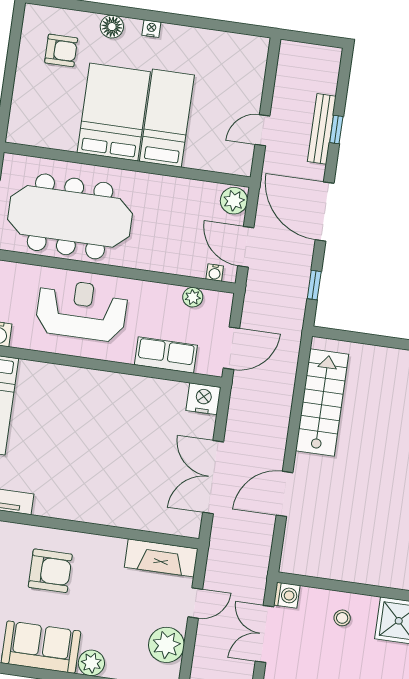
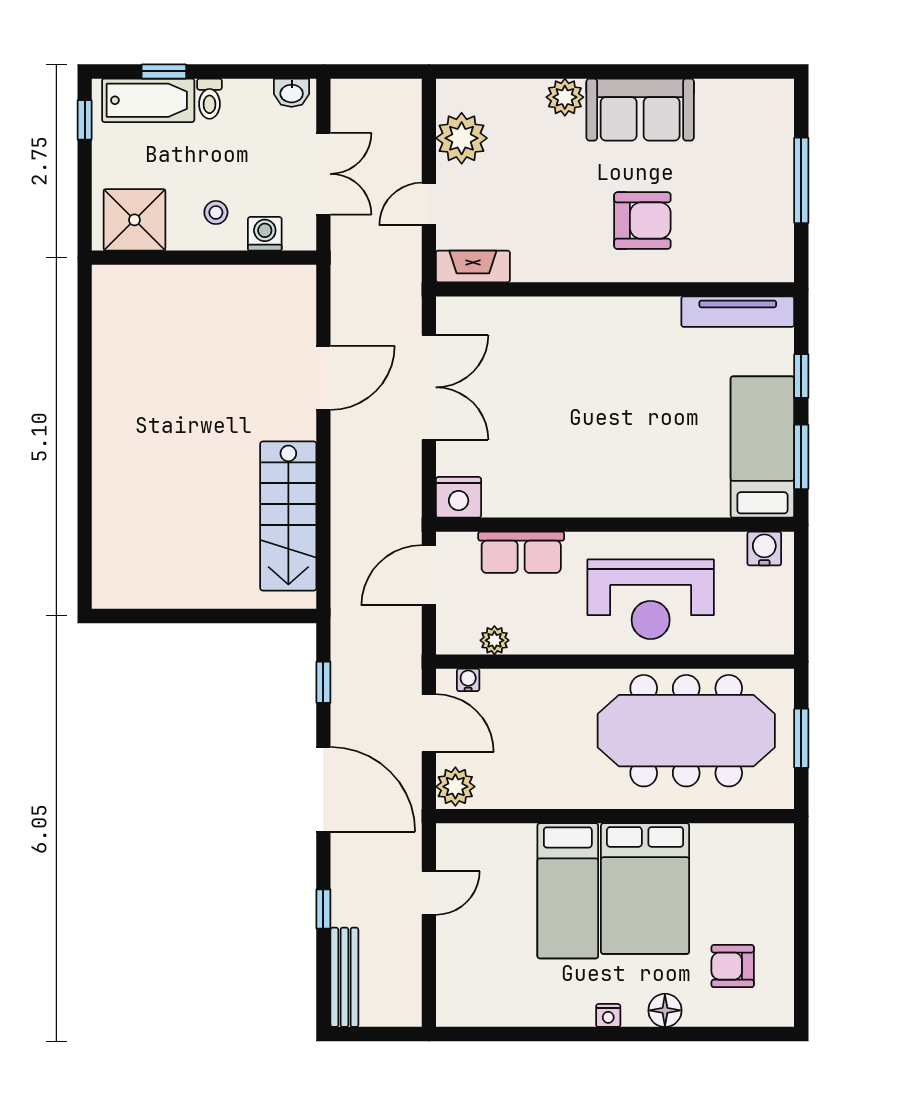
bench: (322, 129) -> (344, 977), moved
fireplace: (161, 558) -> (473, 266), width x0.73, depth x0.76
armchair: (50, 571) -> (642, 221), turned 180
washing machine: (287, 595) -> (265, 234), moved, turned 90

